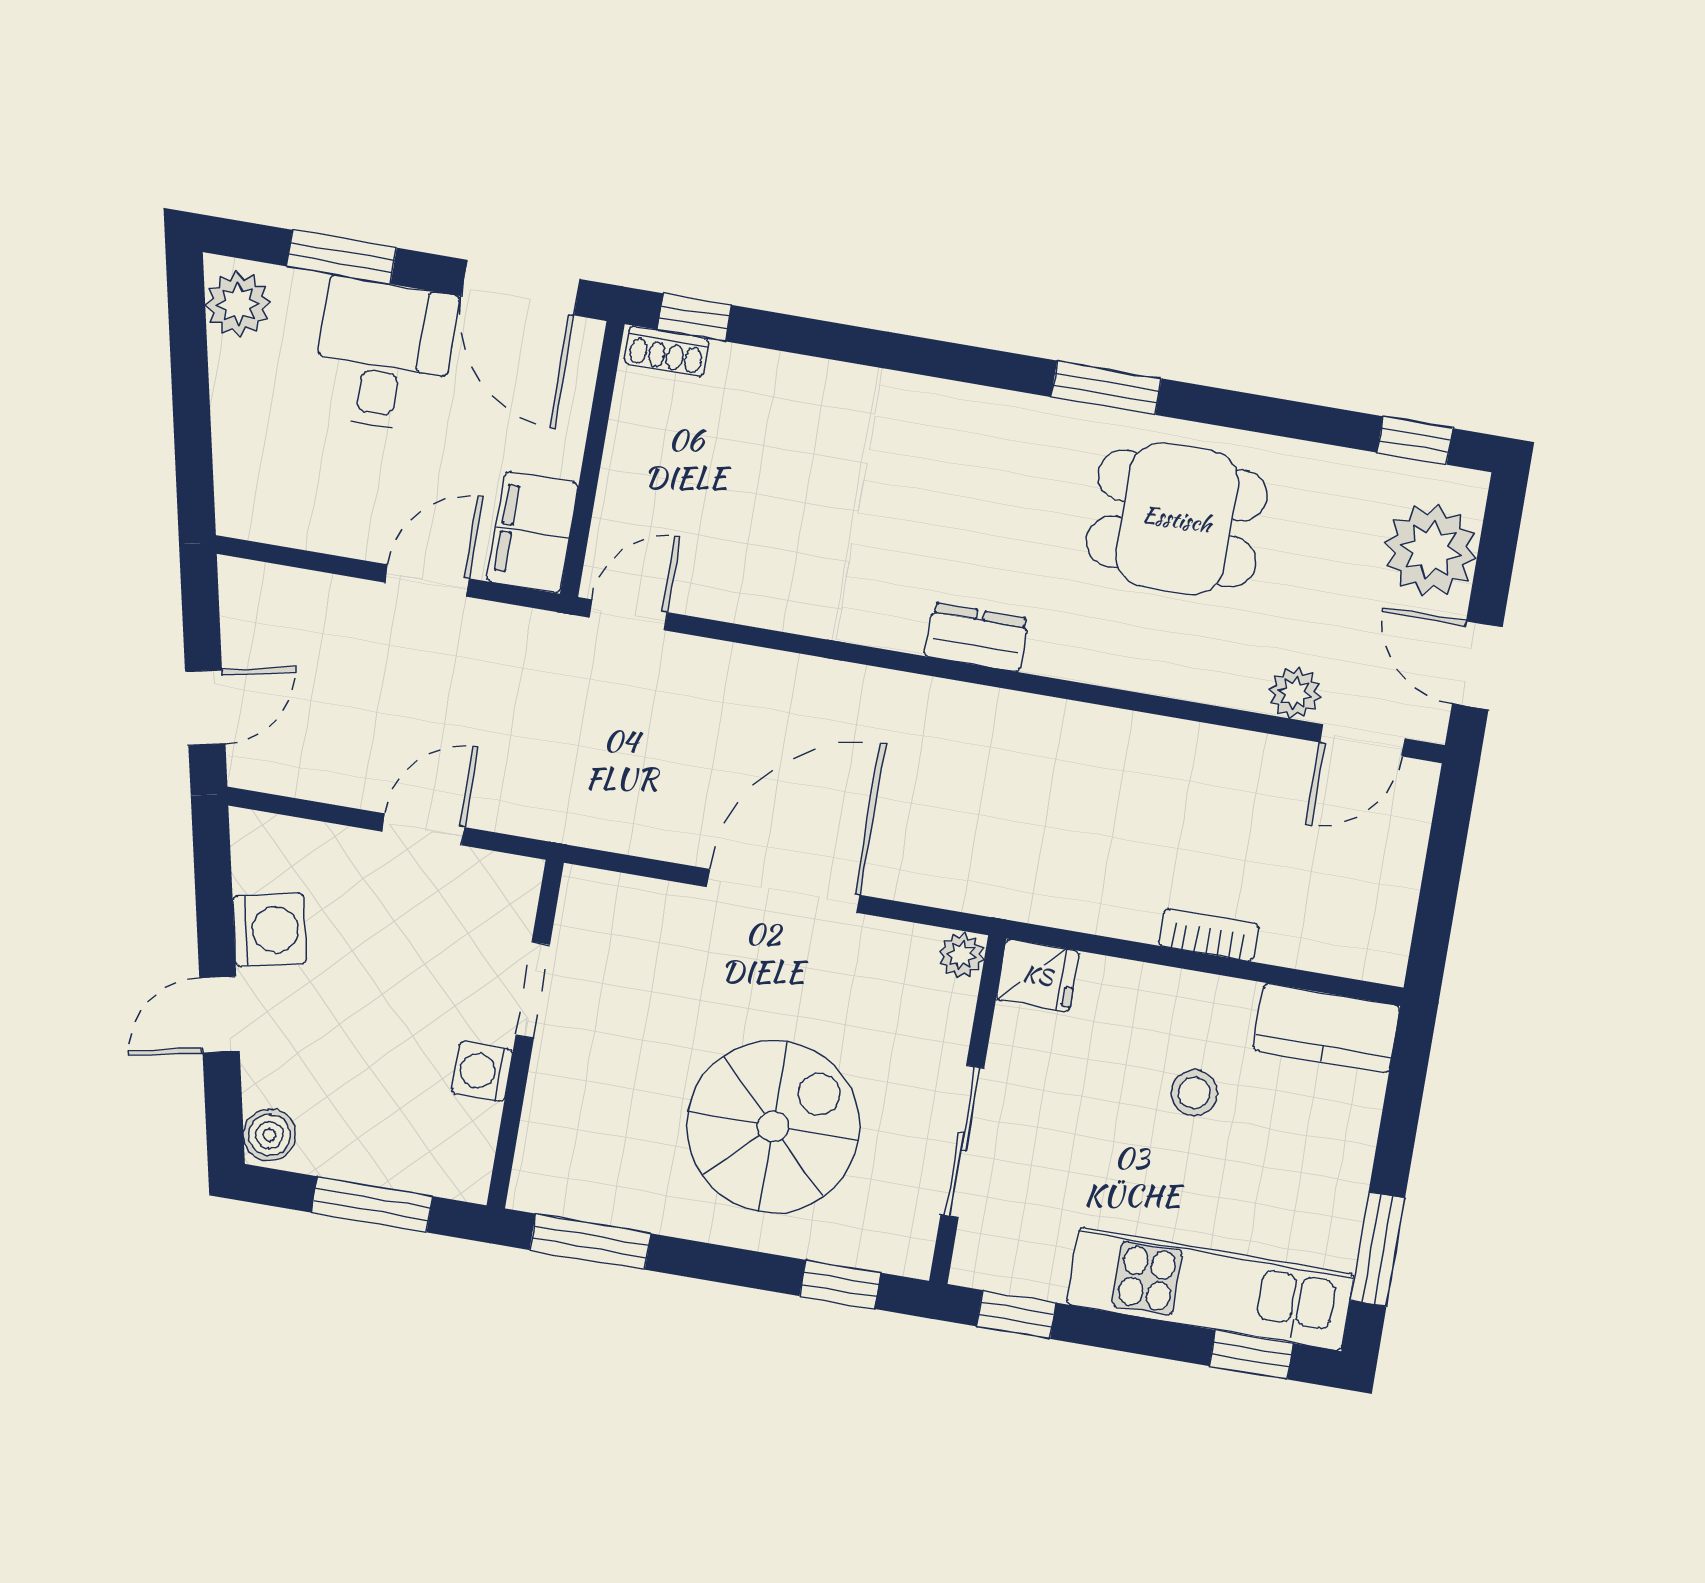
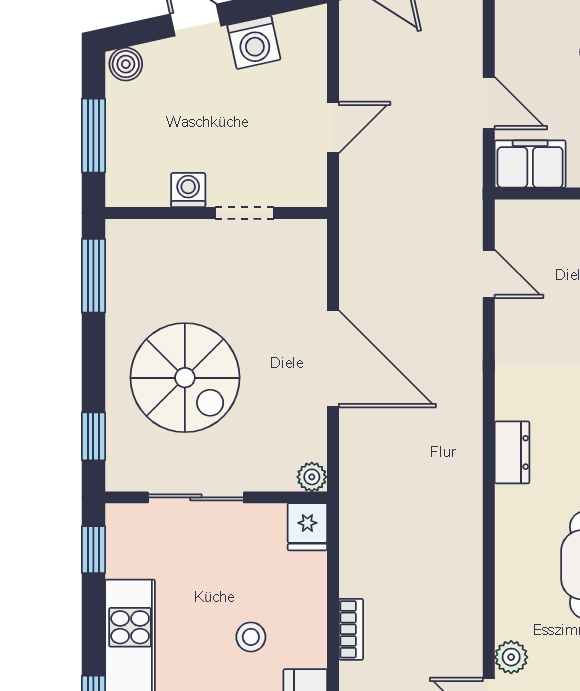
door: (628, 615) -> (489, 274), moved
door: (423, 829) -> (333, 127), hinge flipped

